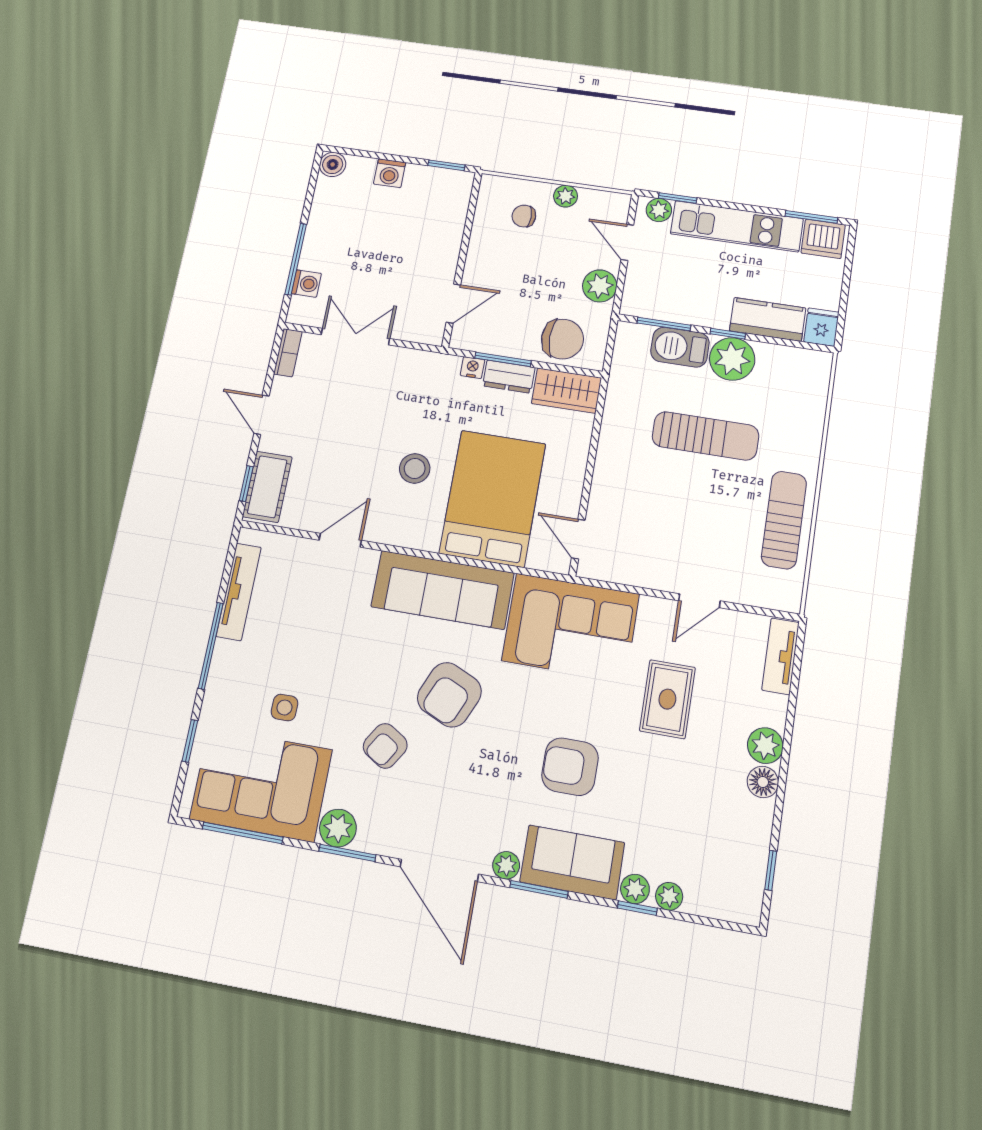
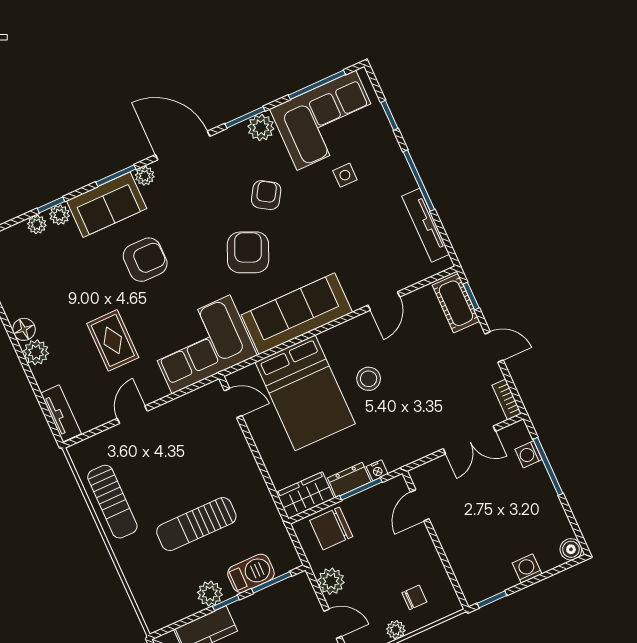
plant: (732, 359) -> (210, 594), width x0.73, depth x0.73

